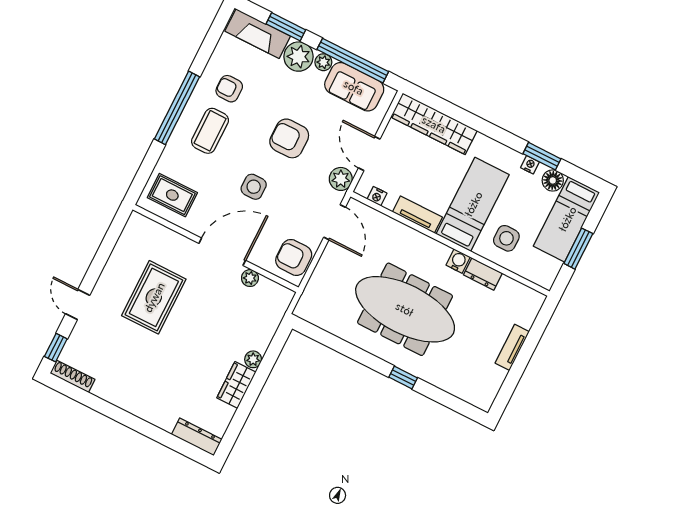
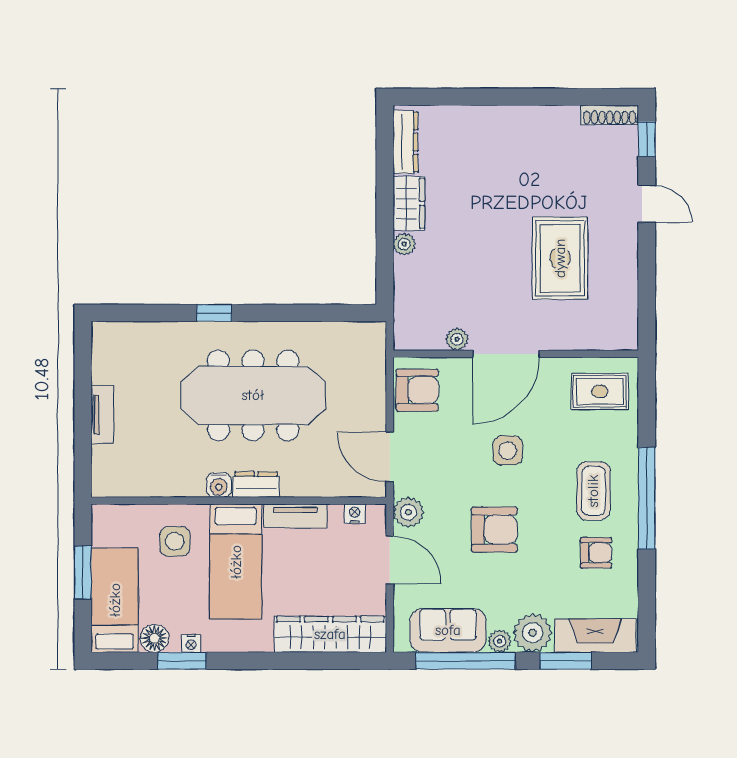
dresser: (483, 274) -> (256, 484), moved
dresser: (197, 437) -> (405, 142), moved, turned -90

